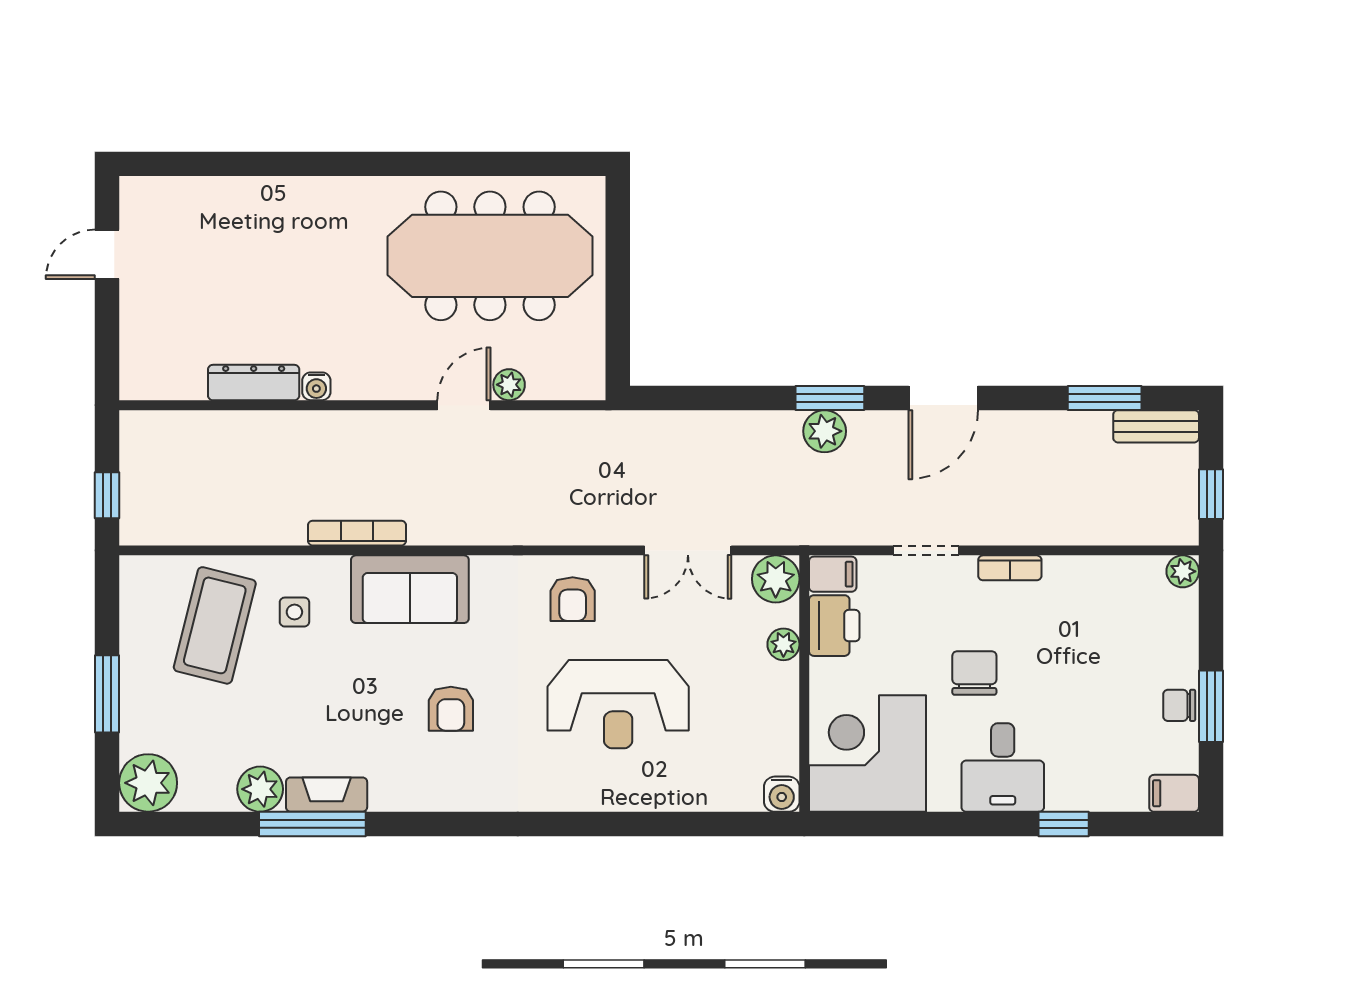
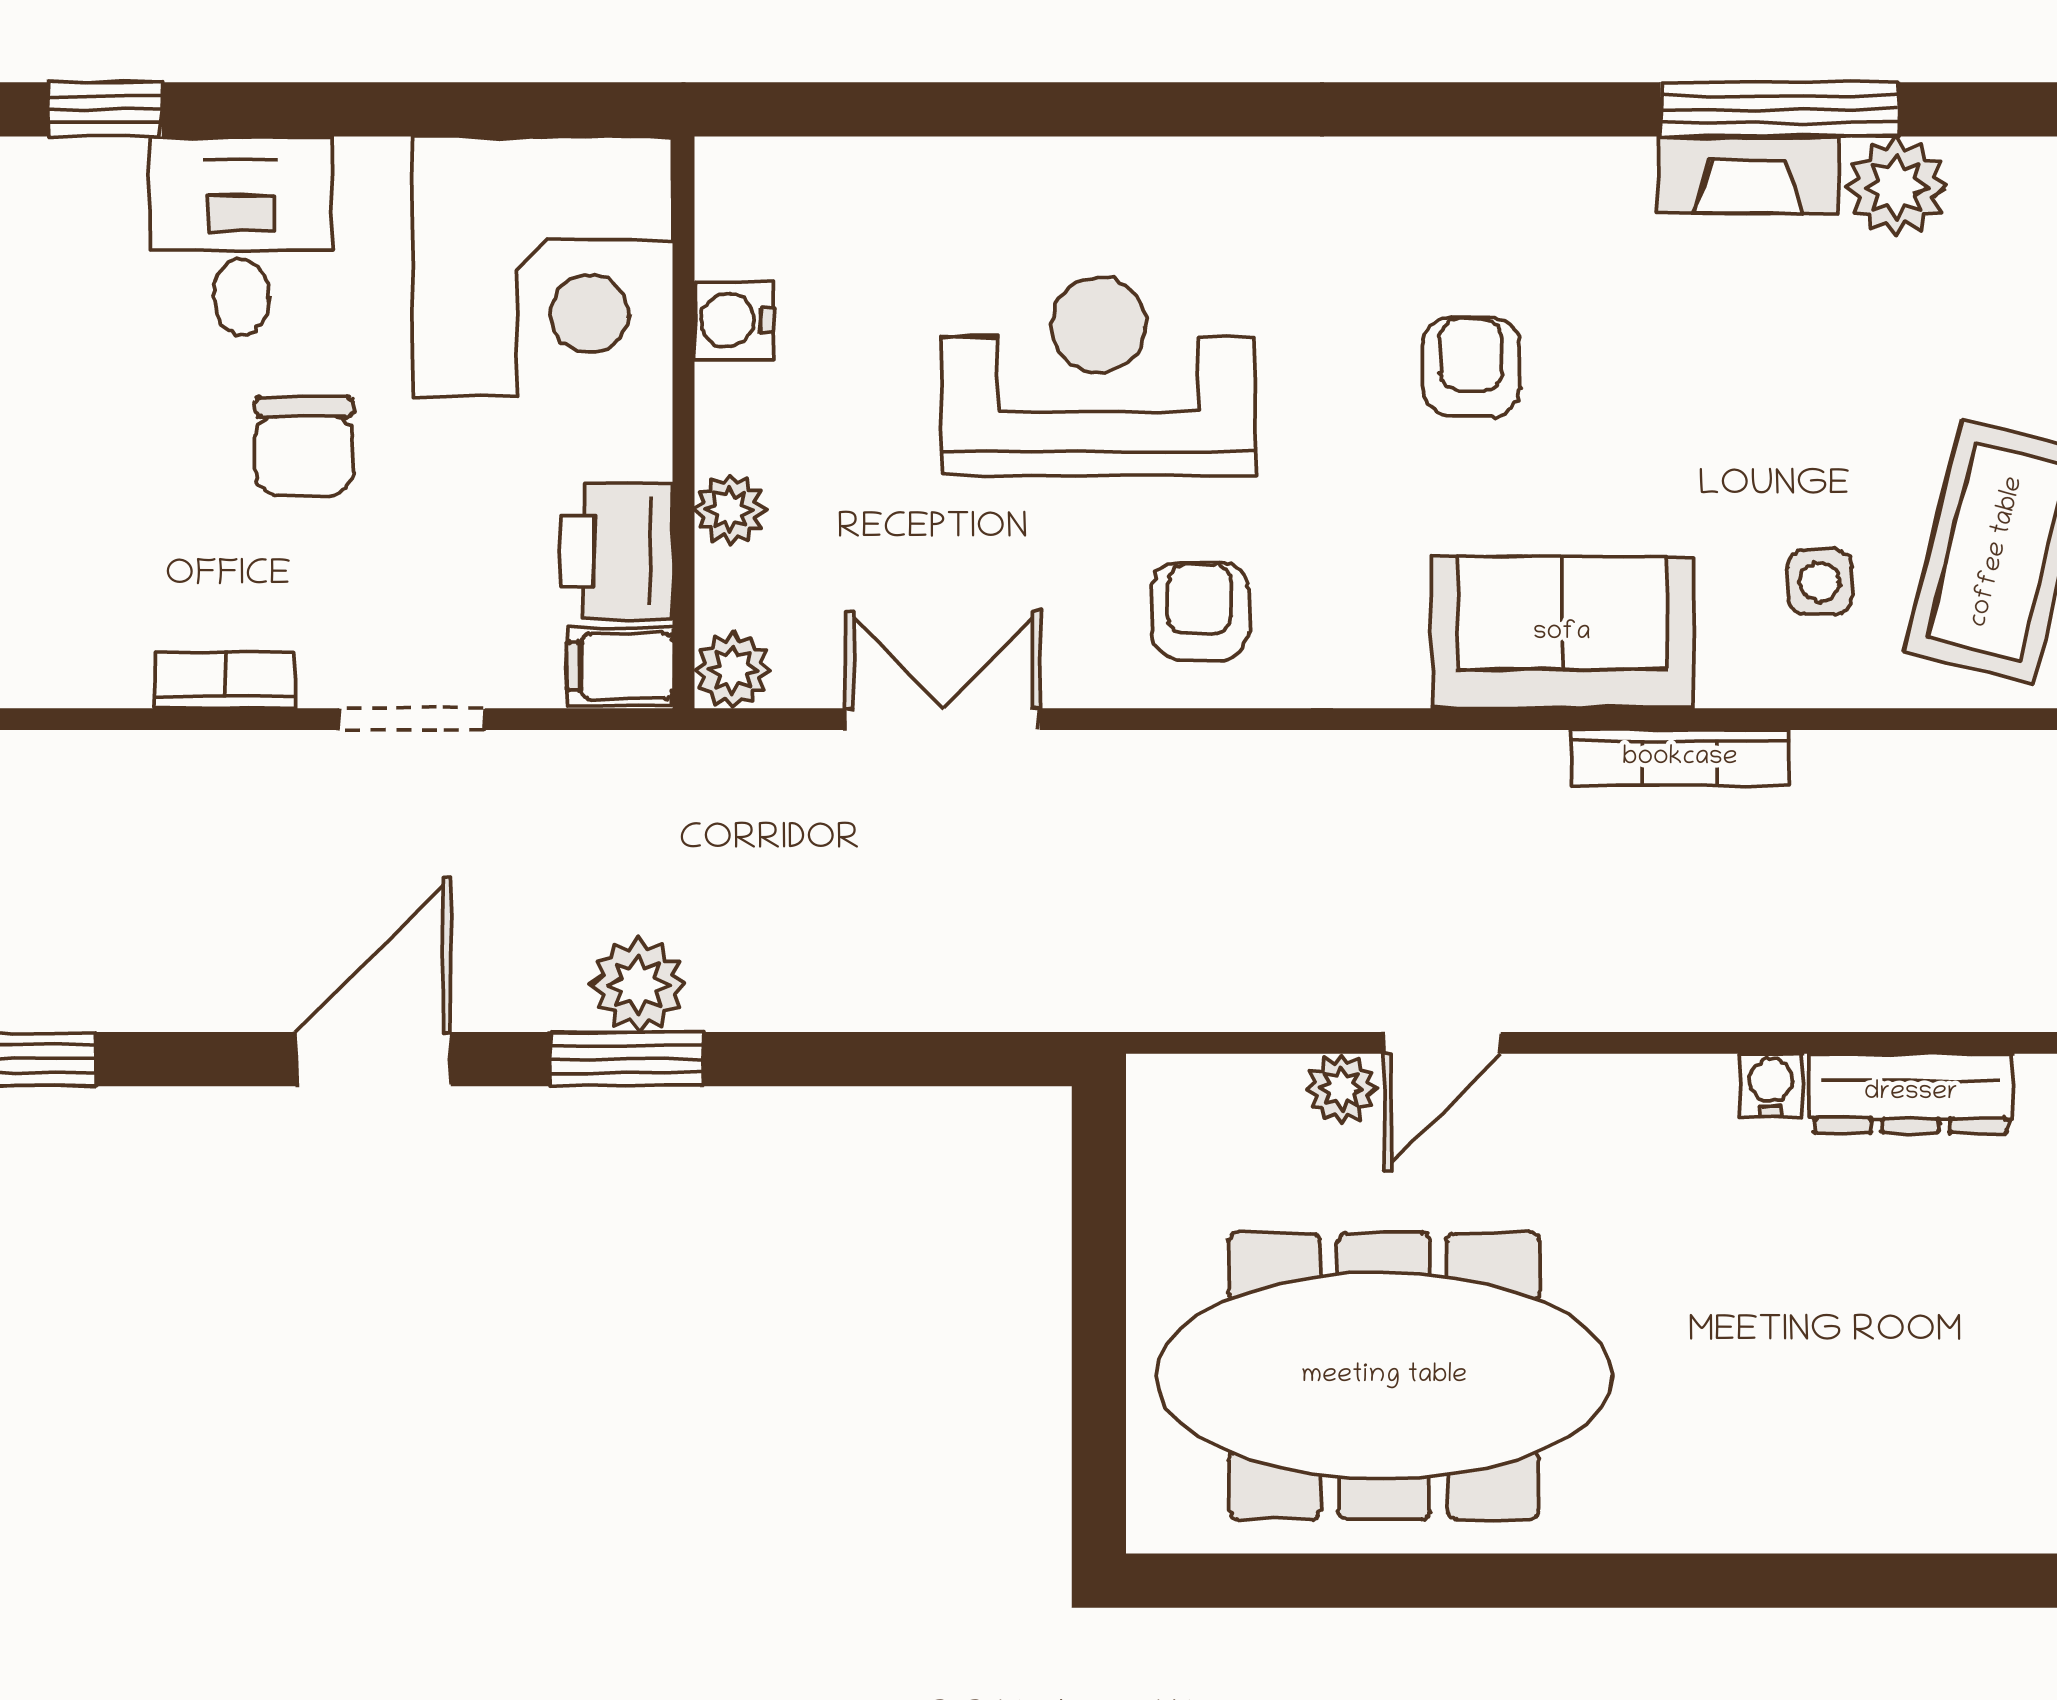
plant: (776, 579) -> (733, 670), width x0.73, depth x0.73
water cooler: (782, 794) -> (734, 320), moved, turned -90

